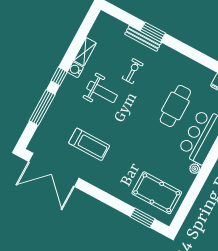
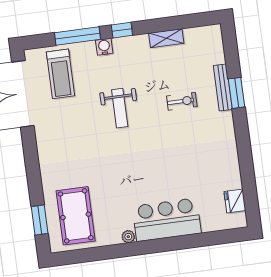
water cooler: (75, 70) -> (104, 47), moved
weight bench: (102, 92) -> (120, 108), moved
cafe table: (175, 106) -> (178, 171), removed
treadmill: (89, 144) -> (60, 74), moved

